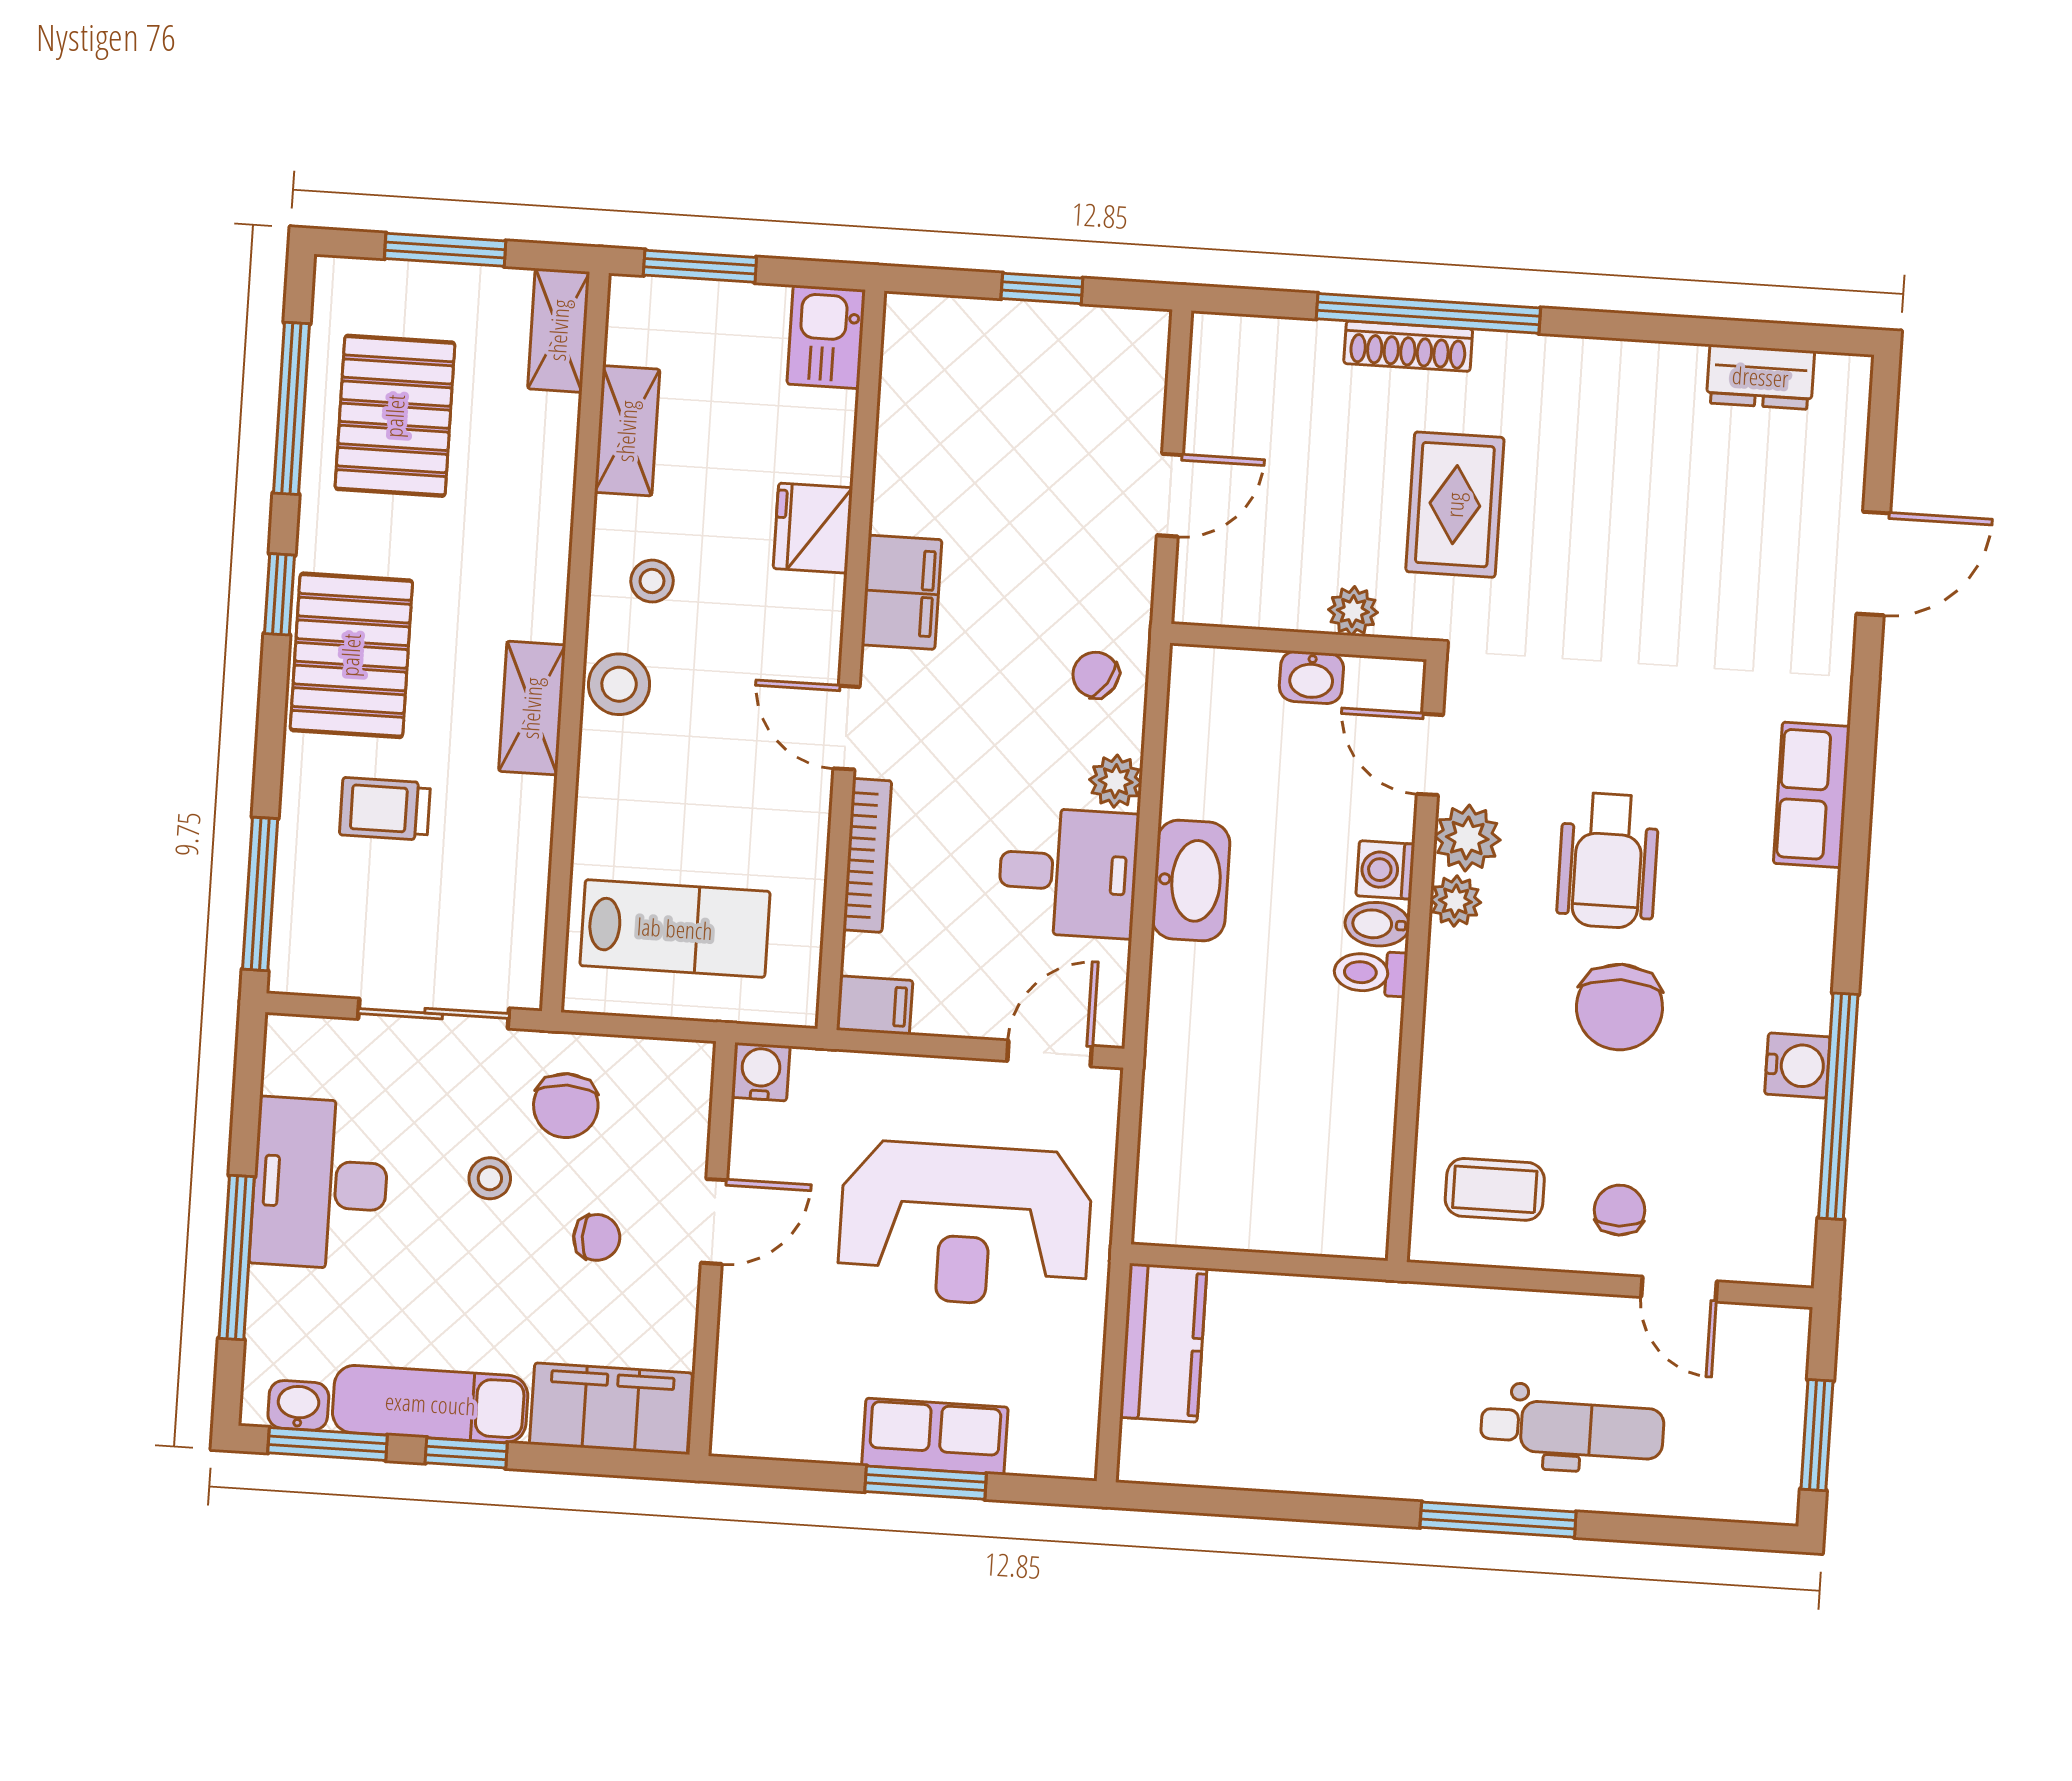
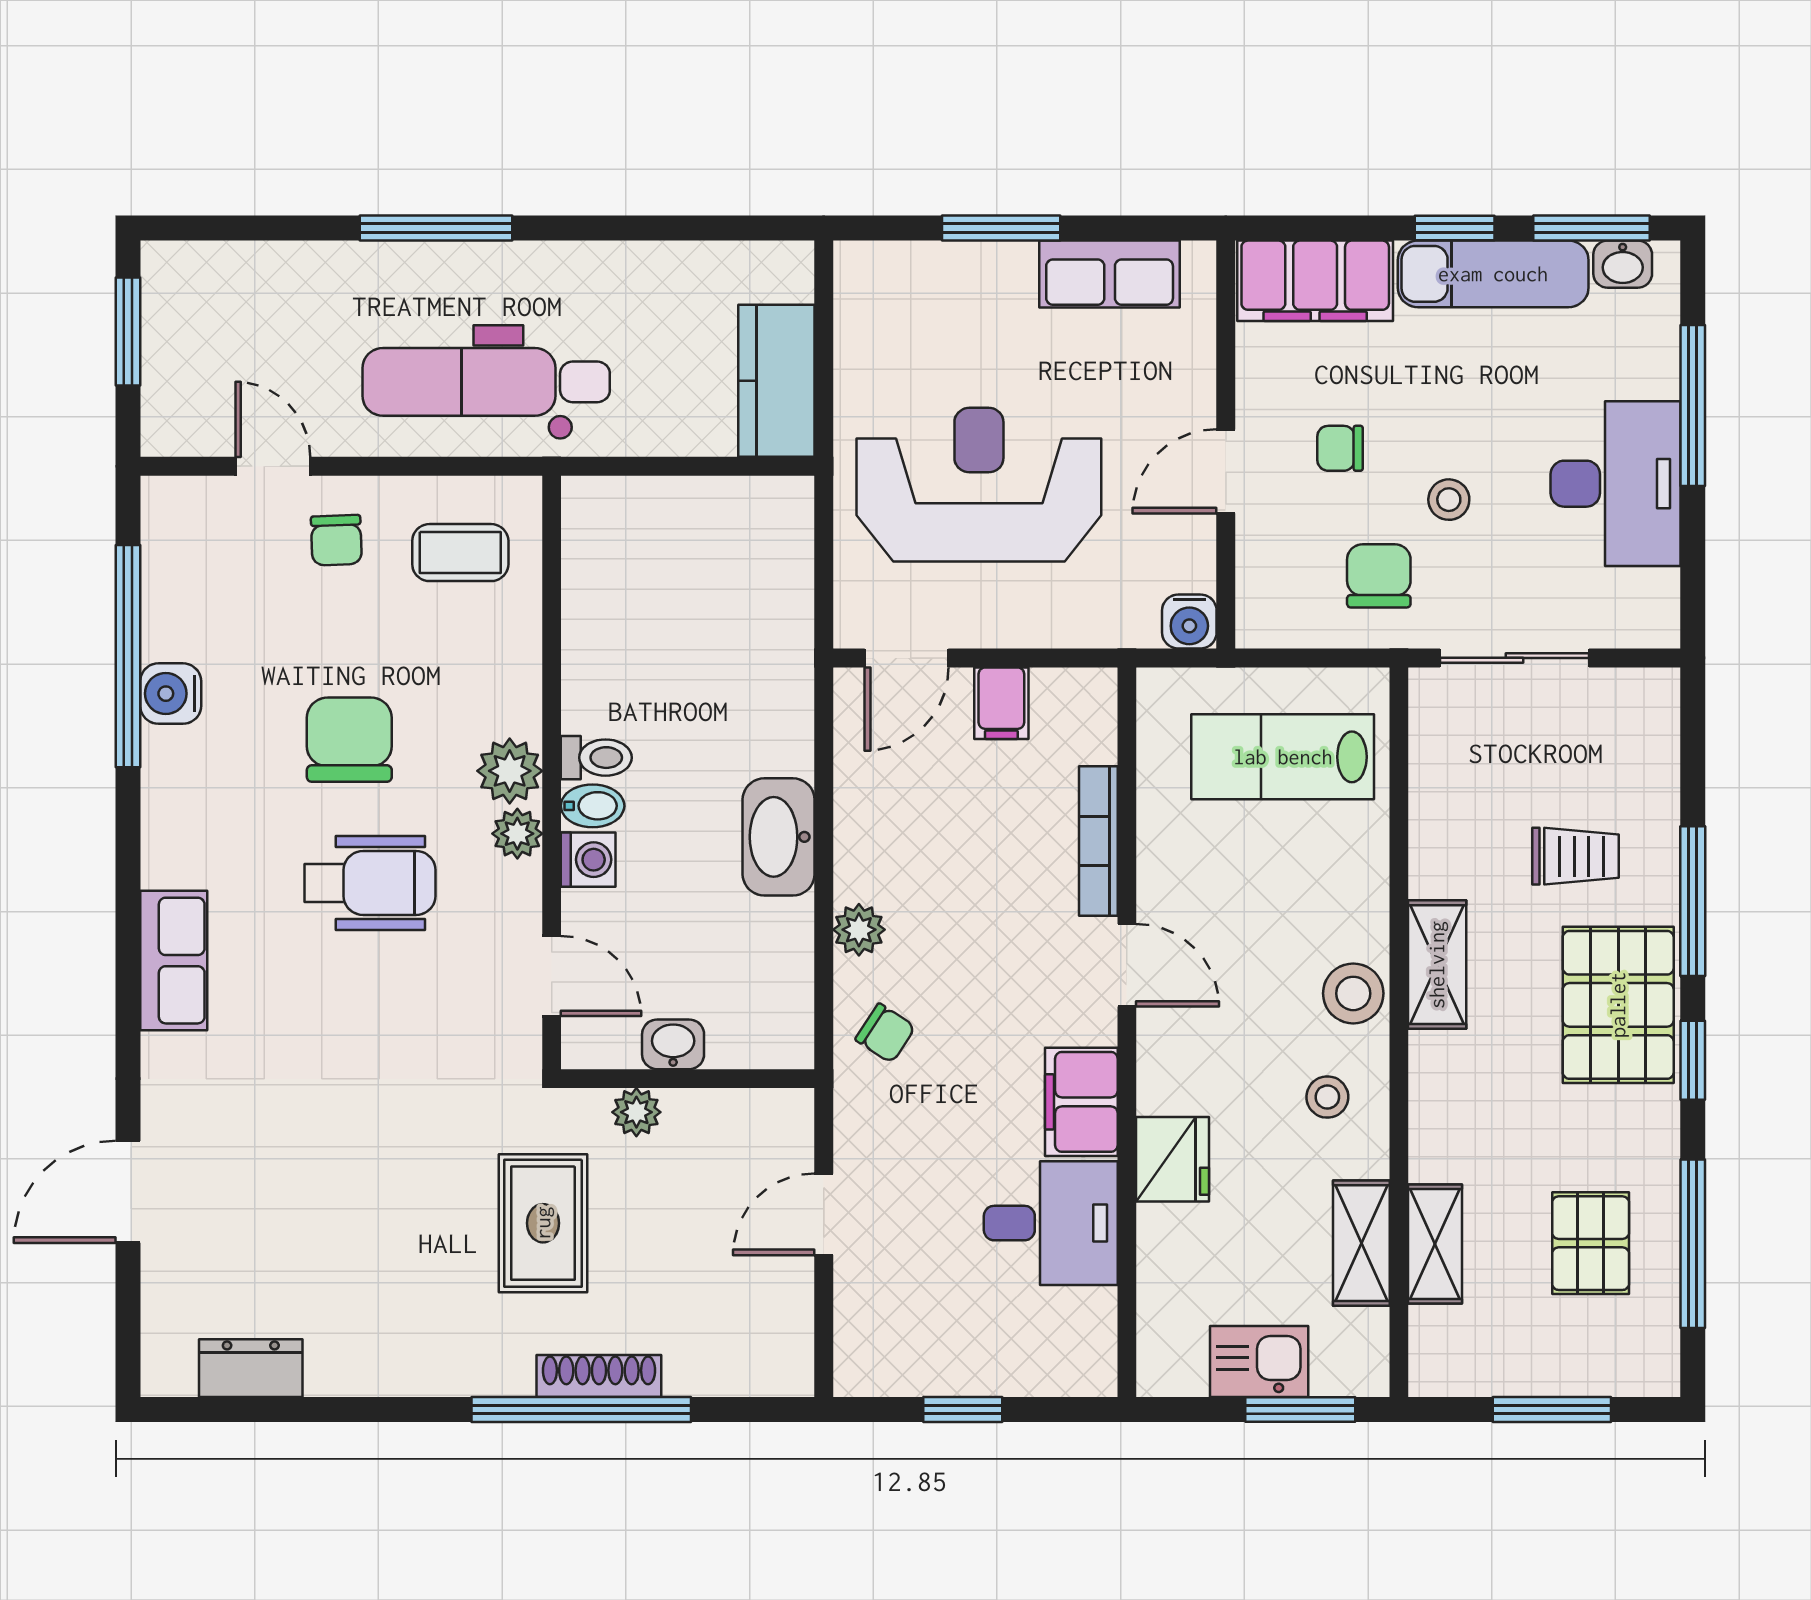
shelving: (559, 330) -> (1435, 1244), moved
kitchen sink: (826, 337) -> (1259, 1362), moved, turned -90
pallet: (395, 416) -> (1591, 1243), width x0.67, depth x0.71
plant: (1467, 838) -> (510, 771), moved
wheelchair: (1608, 861) -> (370, 883), turned 90
desk: (1068, 873) -> (1051, 1223), moved, turned 180
window: (260, 894) -> (1693, 901), moved
filing cabinet: (875, 1005) -> (1001, 703), moved, turned -90
dental chair: (1572, 1429) -> (486, 382), moved, width x1.36, depth x1.38
row of seats: (935, 1437) -> (1110, 274), moved

